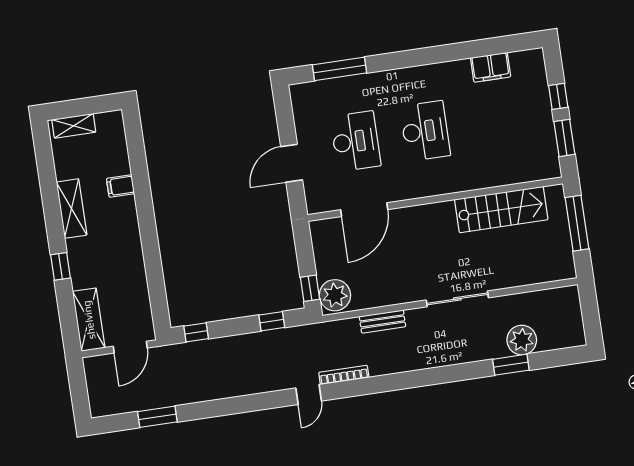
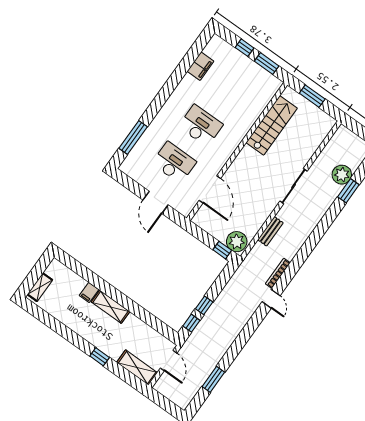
shelving: (72, 209) -> (110, 307), moved
window: (577, 223) -> (312, 96), width x0.69
window: (272, 321) -> (204, 305), moved

